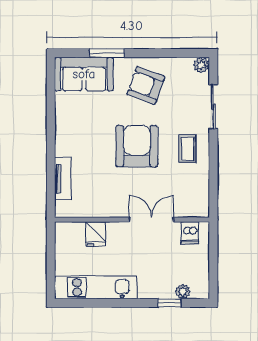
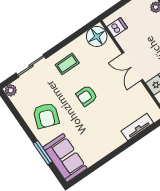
armchair: (137, 146) -> (87, 96), width x0.53, depth x0.53
floor lamp: (196, 203) -> (97, 36), added
double door: (151, 220) -> (132, 67), moved

